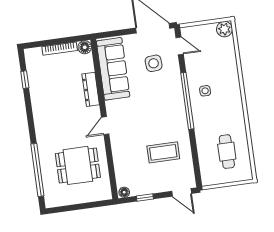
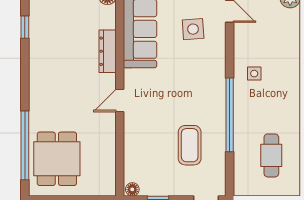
window: (187, 101) -> (230, 115), moved
coffee table: (163, 152) -> (190, 145), turned 90
dining table: (78, 165) -> (57, 159), moved, turned 90

